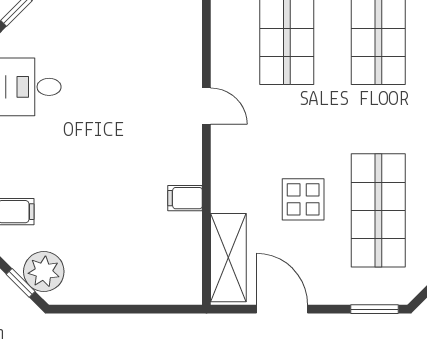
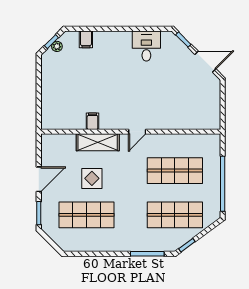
shelving: (228, 258) -> (98, 142), moved
plant: (44, 272) -> (57, 46), width x0.53, depth x0.53
door: (282, 309) -> (39, 179), moved

